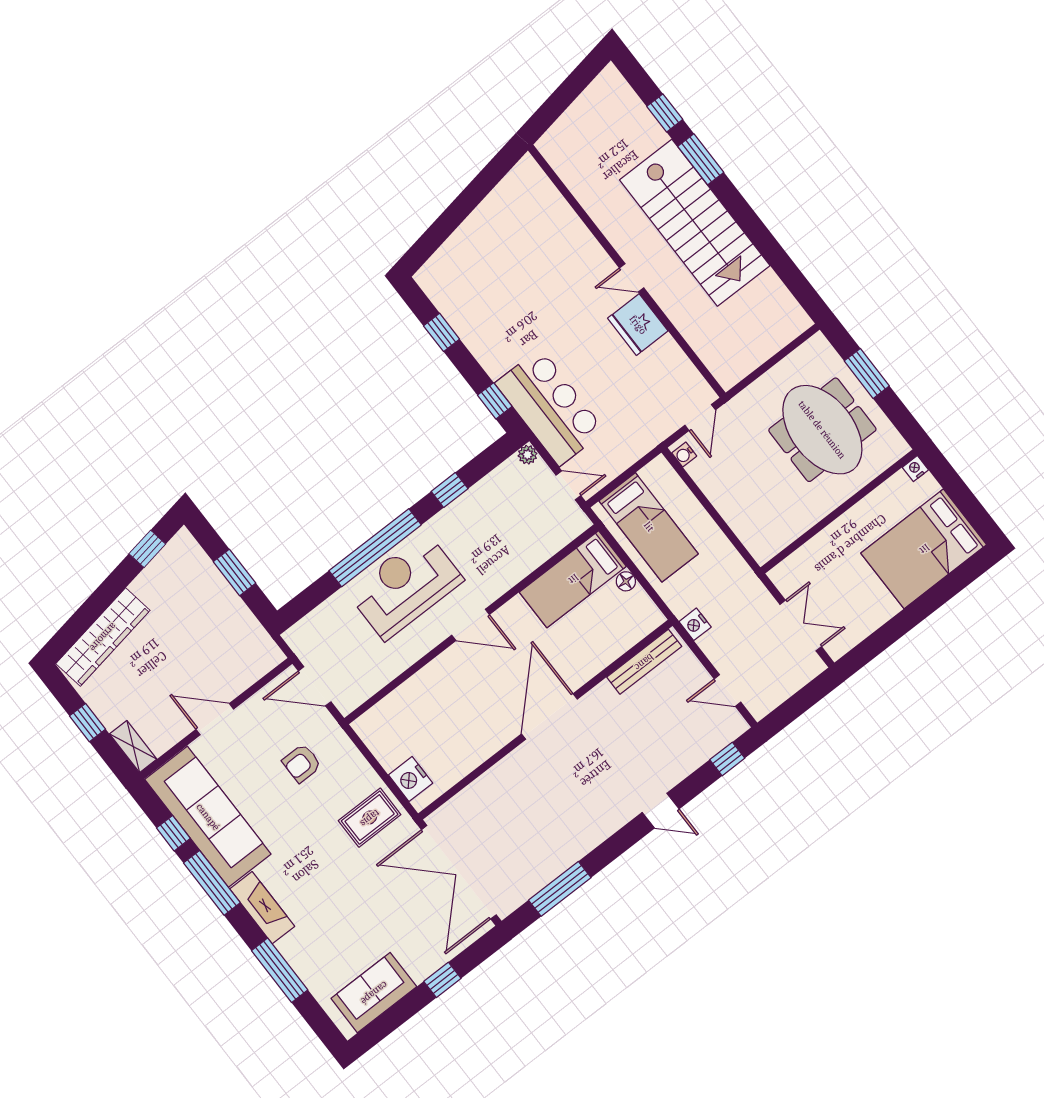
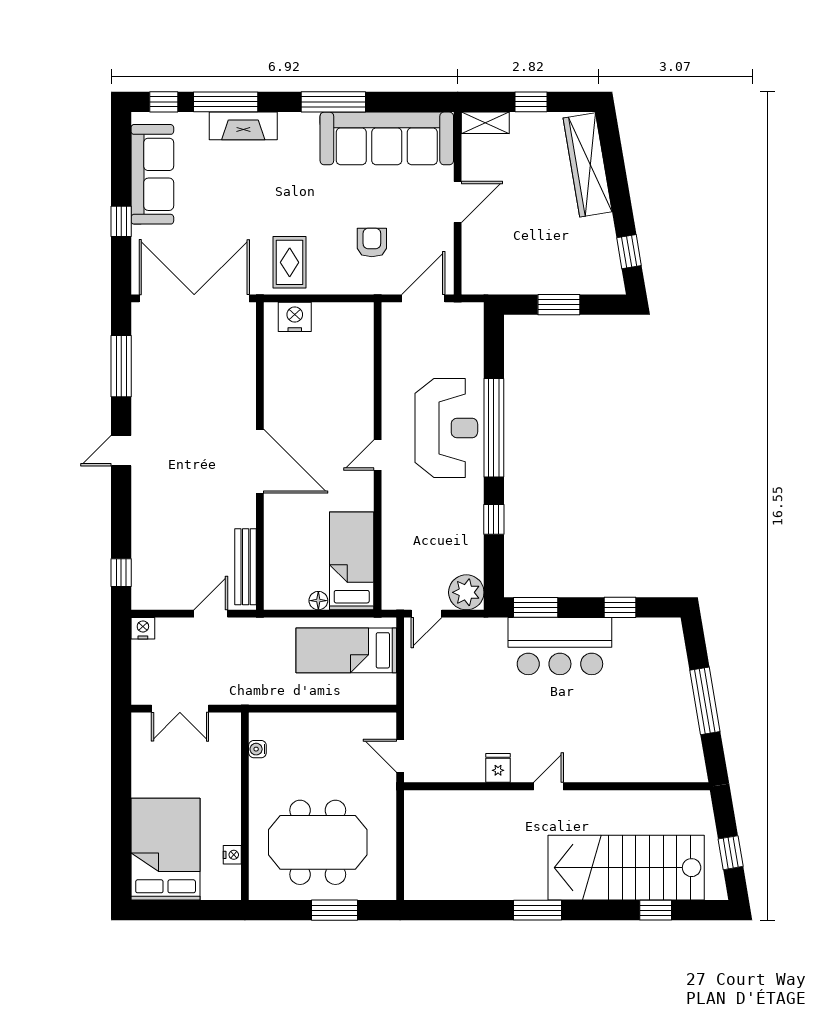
window: (571, 88) -> (731, 853), added
window: (701, 159) -> (537, 910), moved
window: (464, 205) -> (705, 701), added
stairs: (695, 223) -> (626, 868), moved
fridge: (638, 325) -> (498, 768), width x0.53, depth x0.75
window: (495, 401) -> (536, 607), width x1.50
bar counter: (550, 407) -> (560, 646), moved
plant: (528, 455) -> (466, 592), width x1.88, depth x1.88
water cooler: (684, 455) -> (257, 749), moved, turned -90
nightstand: (915, 469) -> (232, 855), moved
nightstand: (695, 624) -> (143, 628), moved
door: (471, 625) -> (378, 455), width x0.73
door: (728, 691) -> (211, 614), moved
door: (661, 811) -> (121, 451), moved
window: (173, 833) -> (164, 102), moved
fireplace: (262, 908) -> (243, 126), moved
sofa: (374, 993) -> (152, 174), width x1.36

